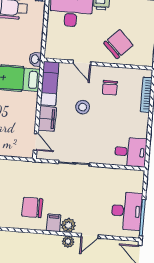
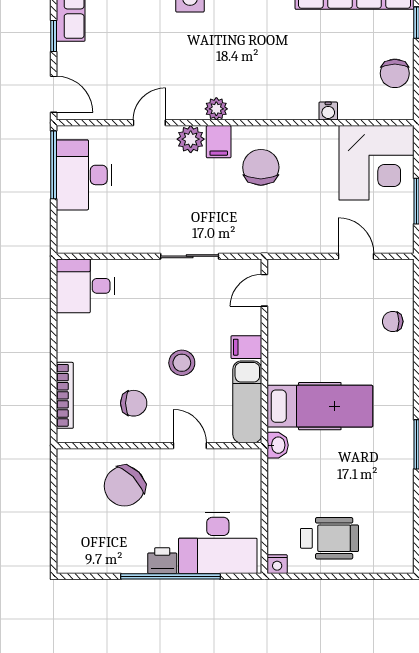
chair: (110, 88) -> (134, 403), turned 90
filing cabinet: (47, 119) -> (246, 347), width x0.50
door: (36, 142) -> (264, 290), hinge flipped
chair: (32, 207) -> (261, 167), turned -90
plant: (68, 242) -> (216, 109), moved

